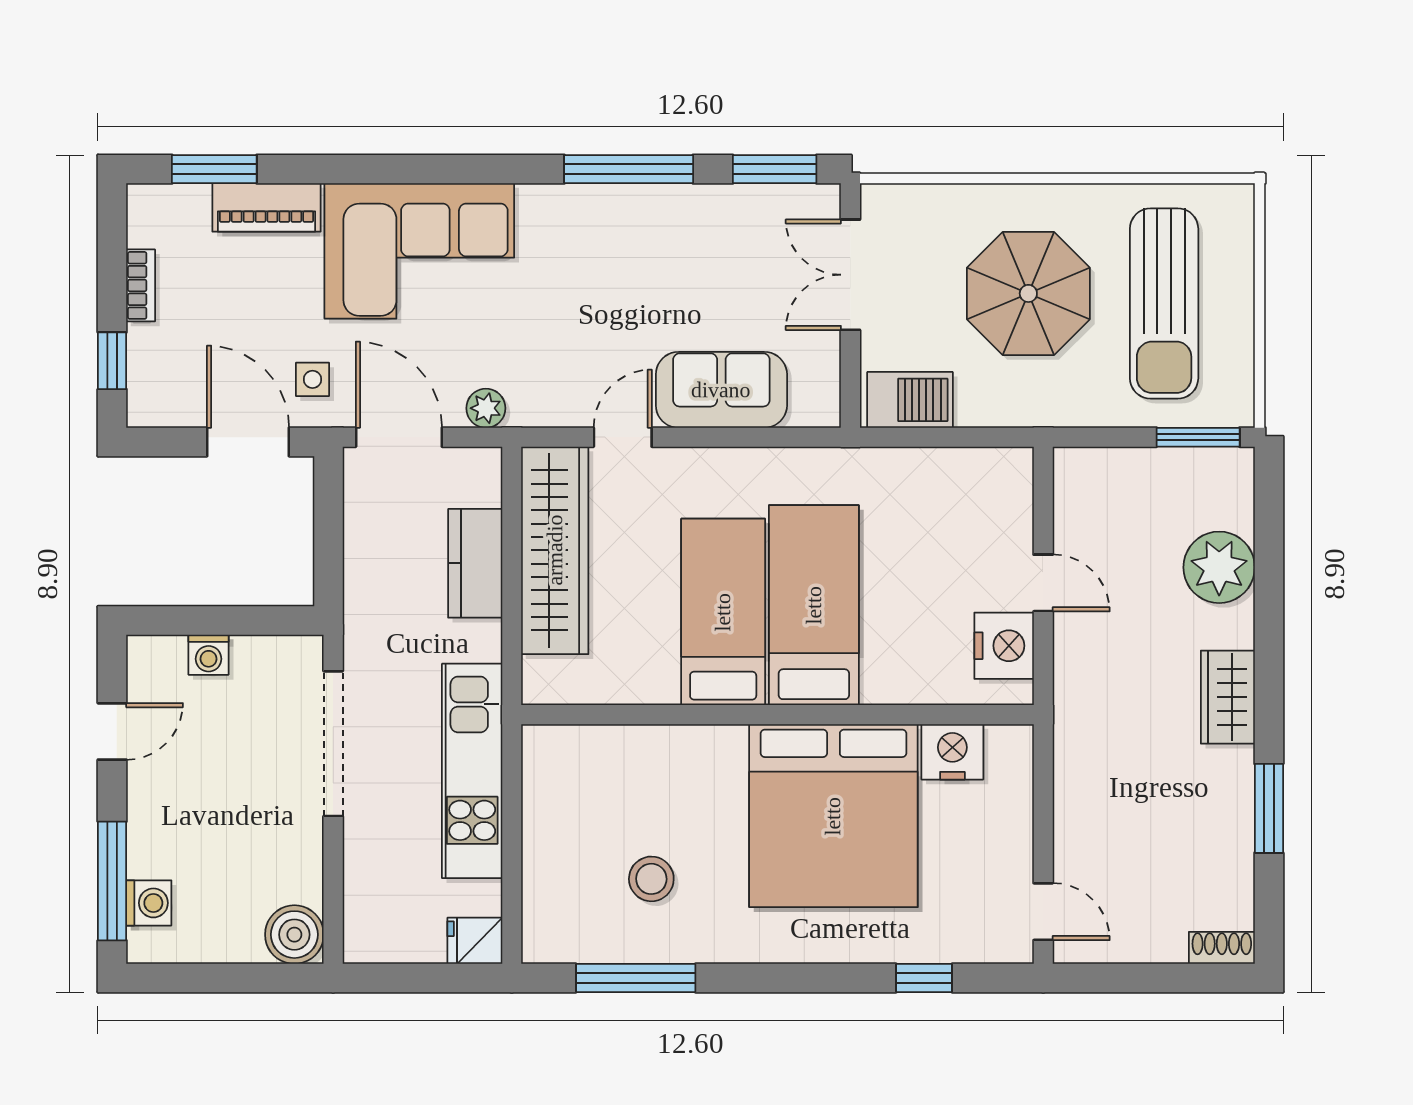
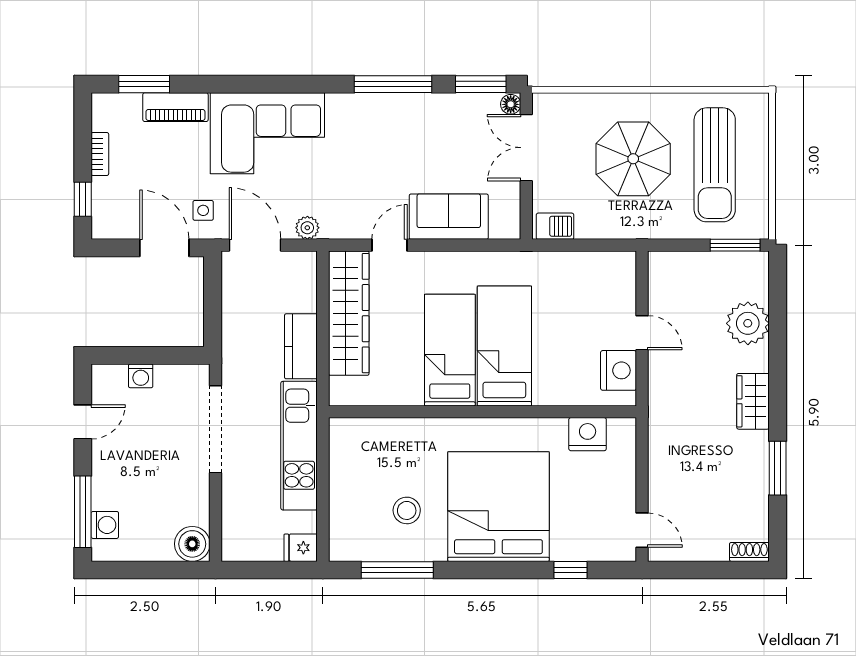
floor lamp: (824, 203) -> (511, 104), added
barbecue: (910, 400) -> (555, 226), width x0.73, depth x0.79
kitchen counter: (475, 563) -> (301, 346), moved
bed: (833, 816) -> (498, 507), moved, turned 180

